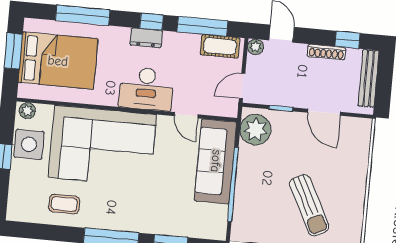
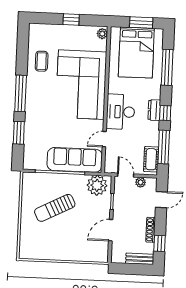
plant: (256, 47) -> (141, 182), moved
bench: (369, 78) -> (140, 259), width x0.73
side table: (29, 144) -> (80, 36), removed
sun lounger: (309, 205) -> (55, 208), moved

